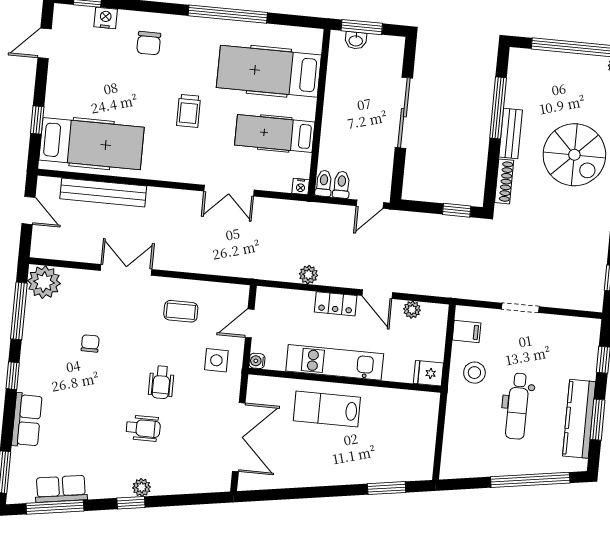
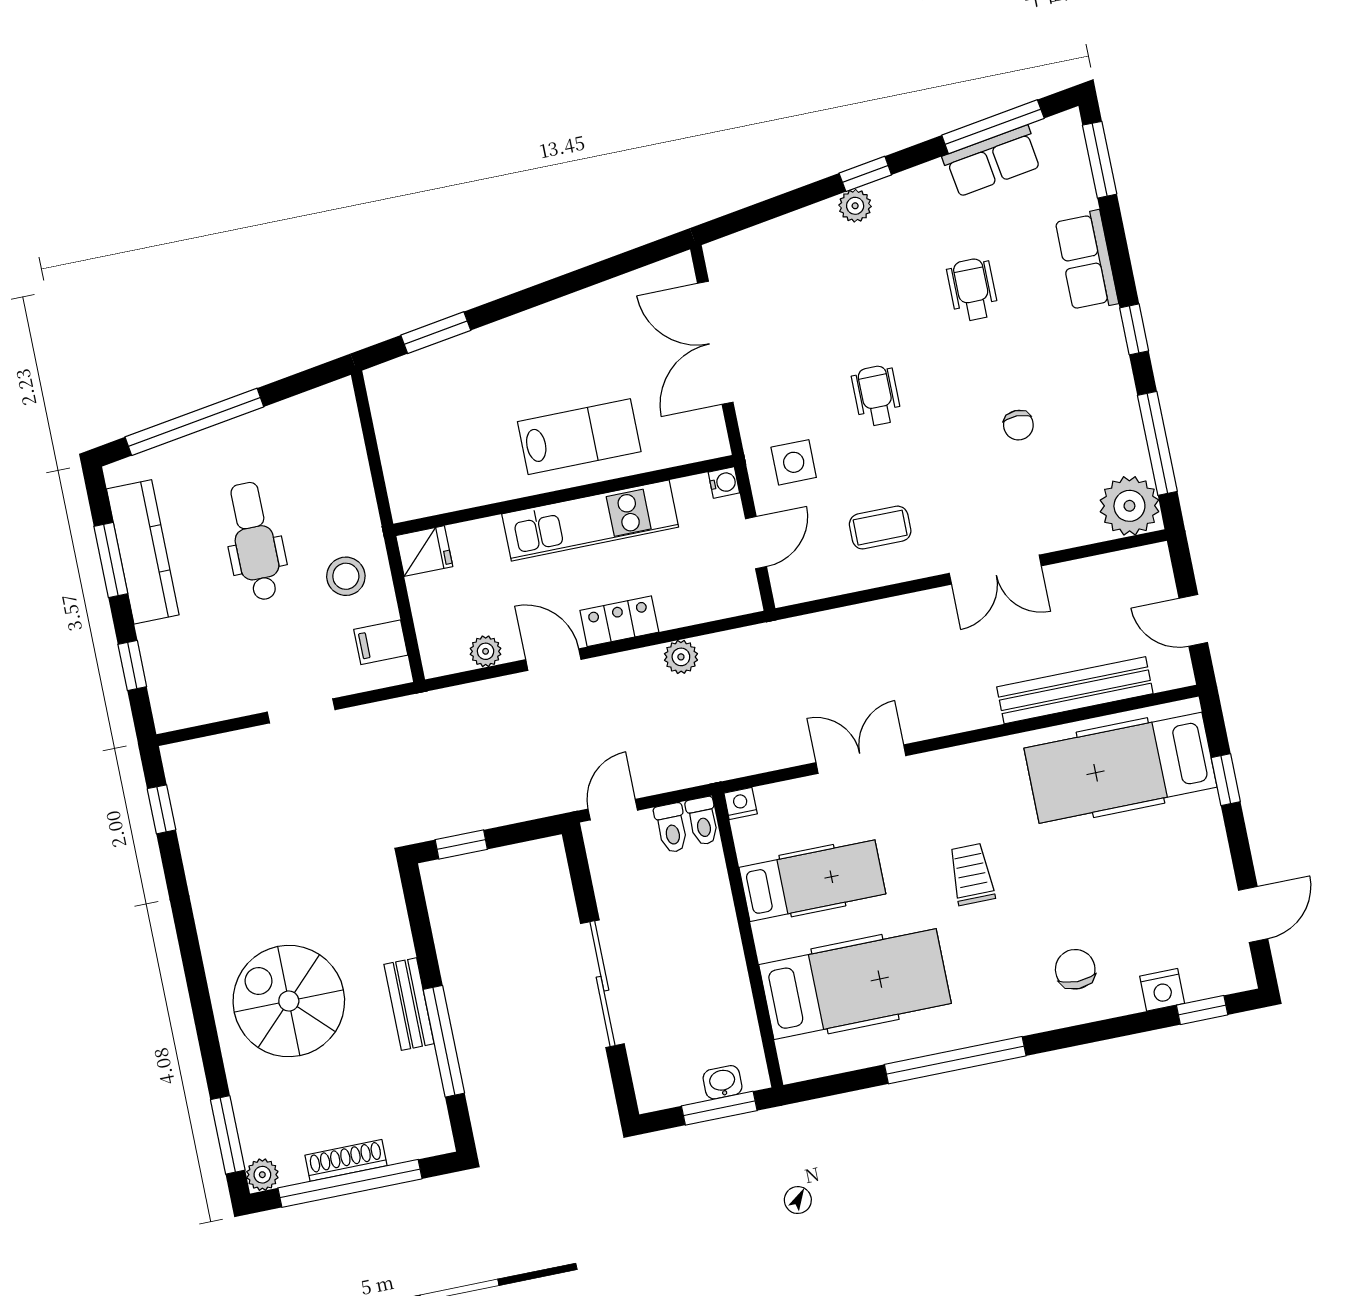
shoe rack: (504, 181) -> (346, 1160), moved, turned 90
wheelchair: (143, 428) -> (972, 290), moved, turned 90

